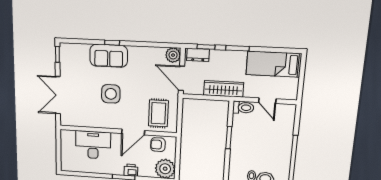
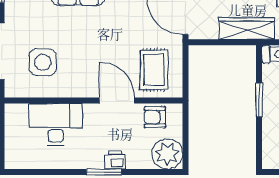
side table: (111, 94) -> (43, 62), moved
door: (133, 132) -> (117, 100), swing flipped

